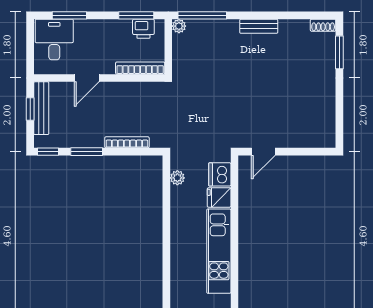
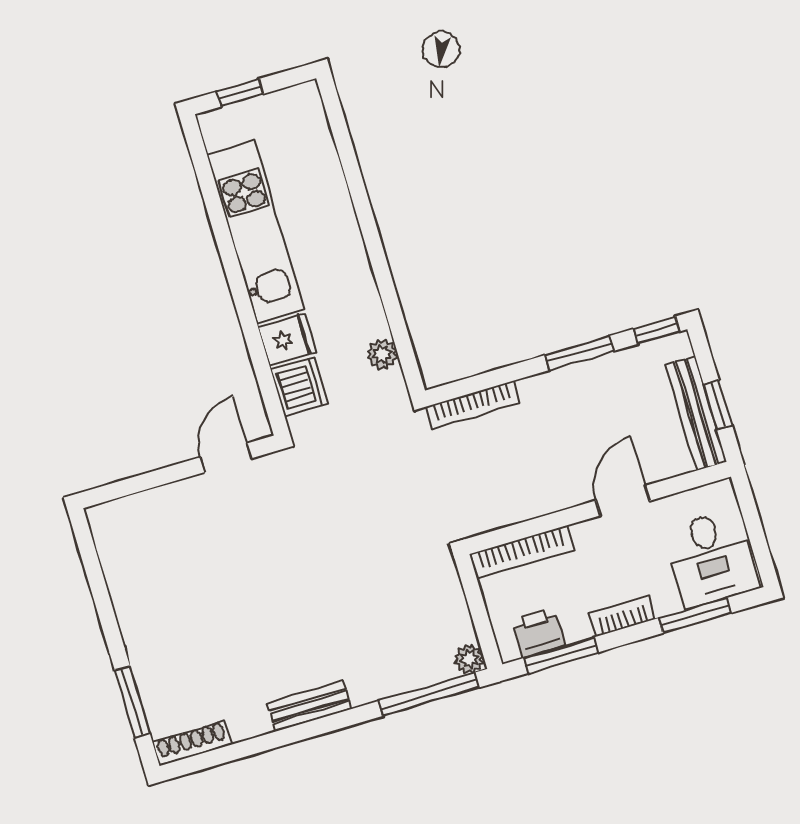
bookcase: (103, 25) -> (622, 616), added
shoe rack: (323, 25) -> (192, 743), width x1.43
bookcase: (127, 142) -> (473, 405), moved

